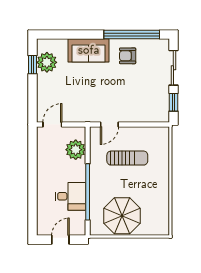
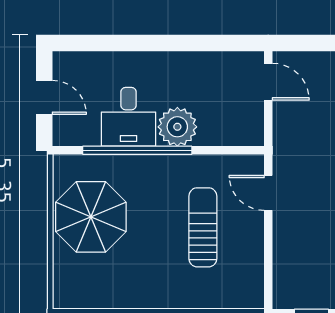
plant: (76, 150) -> (177, 127), moved
sun lounger: (127, 158) -> (203, 227), turned 180

